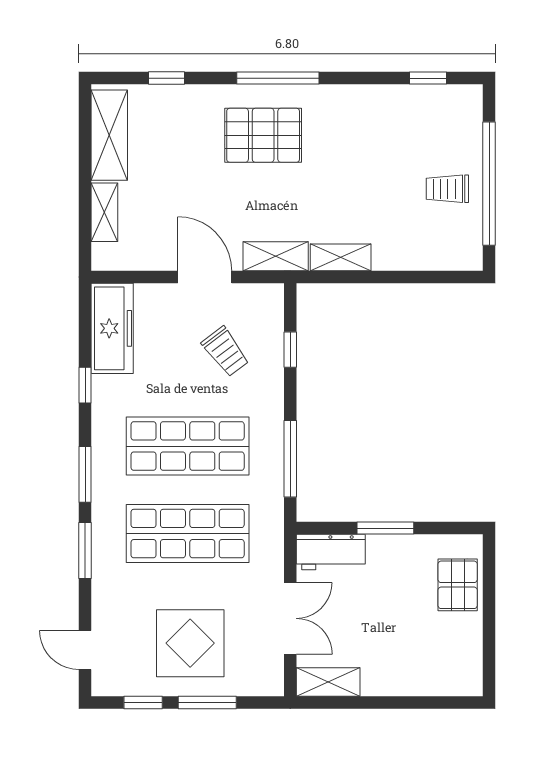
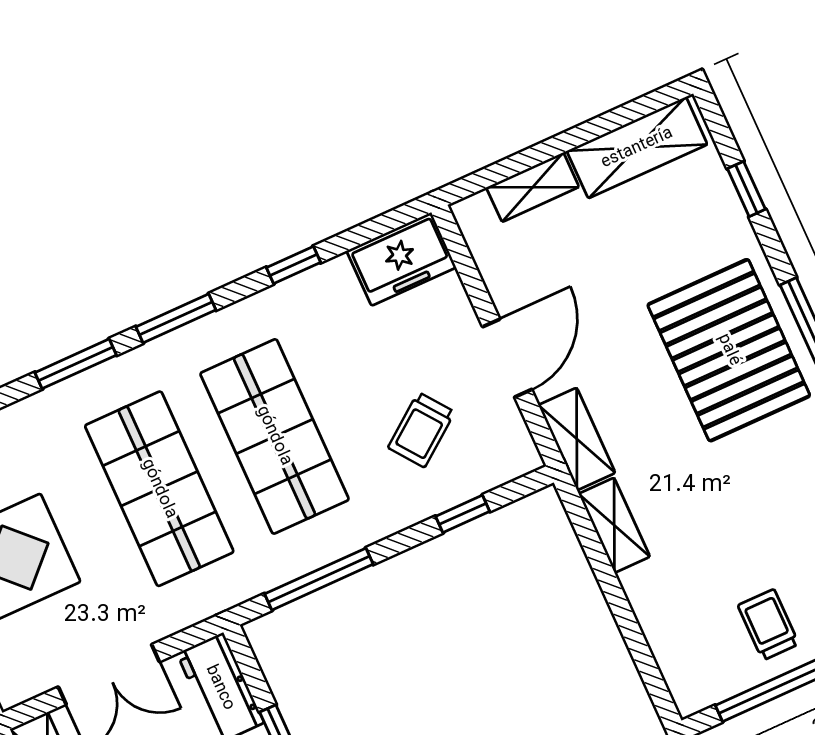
pallet: (263, 135) -> (729, 350), width x1.37, depth x1.41
freezer: (112, 328) -> (401, 259), width x0.71

